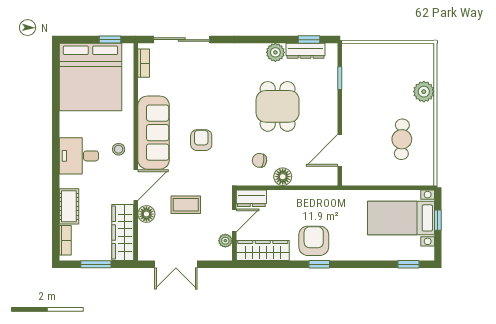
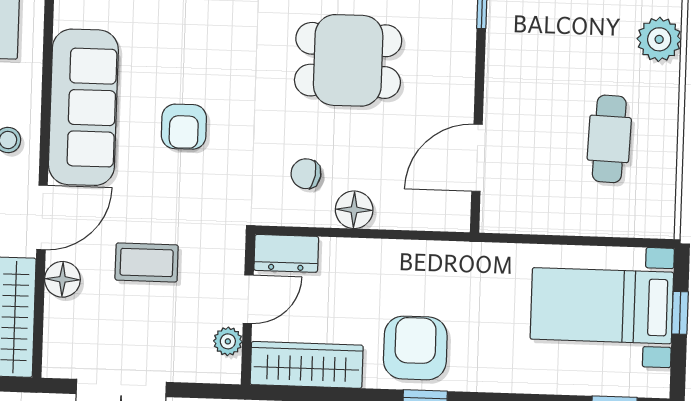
dining table: (278, 106) -> (348, 60), turned 90
armchair: (201, 140) -> (184, 127), turned 180

